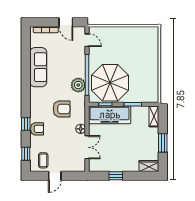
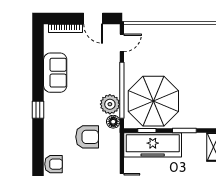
door: (87, 40) -> (122, 43), hinge flipped
sofa: (38, 67) -> (55, 73), width x0.73
window: (26, 124) -> (38, 110), moved
floor lamp: (81, 129) -> (113, 122), moved

